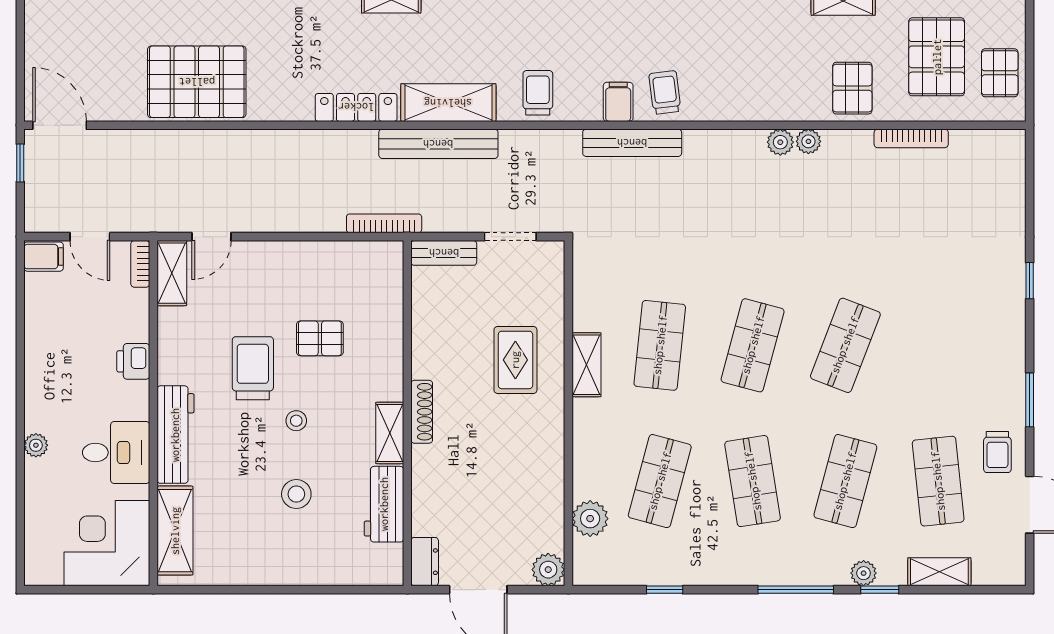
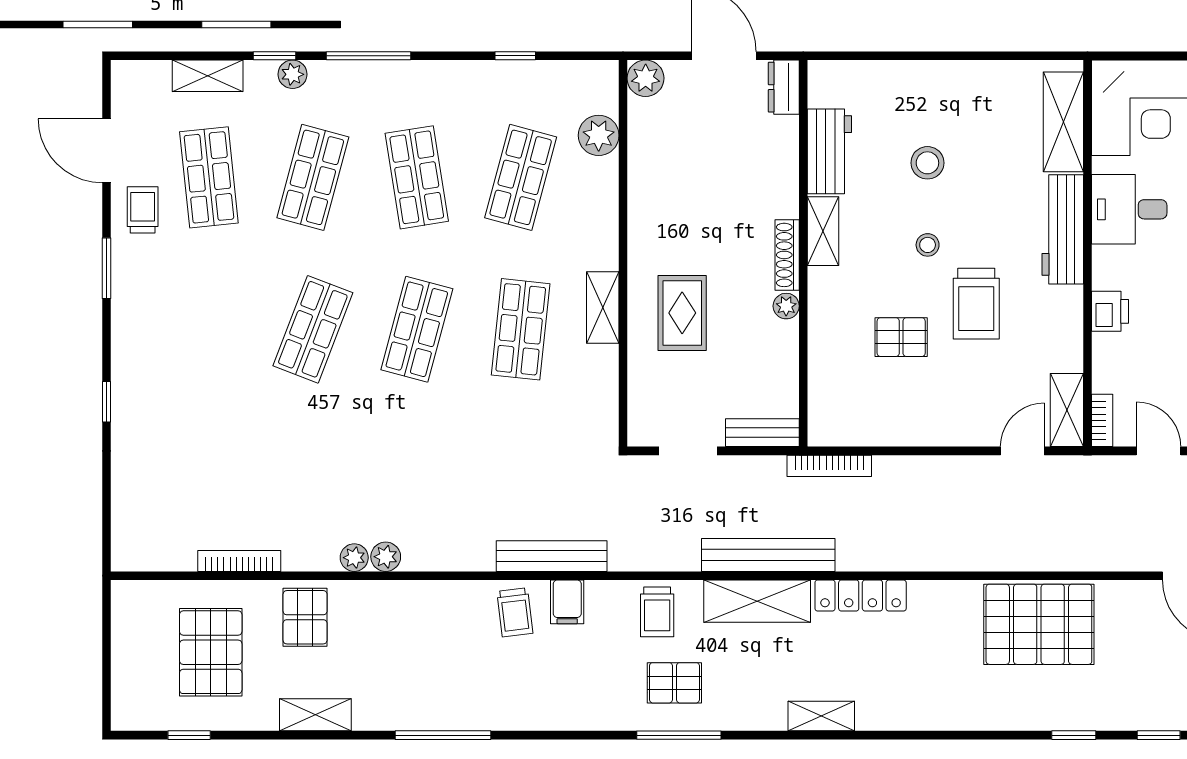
pallet: (1000, 73) -> (674, 683), moved, turned 90
plant: (423, 366) -> (786, 306), added

